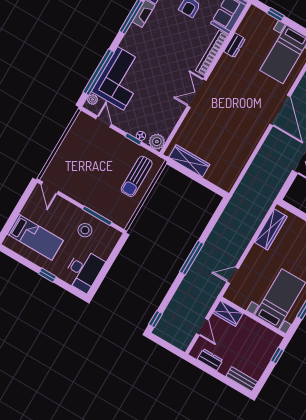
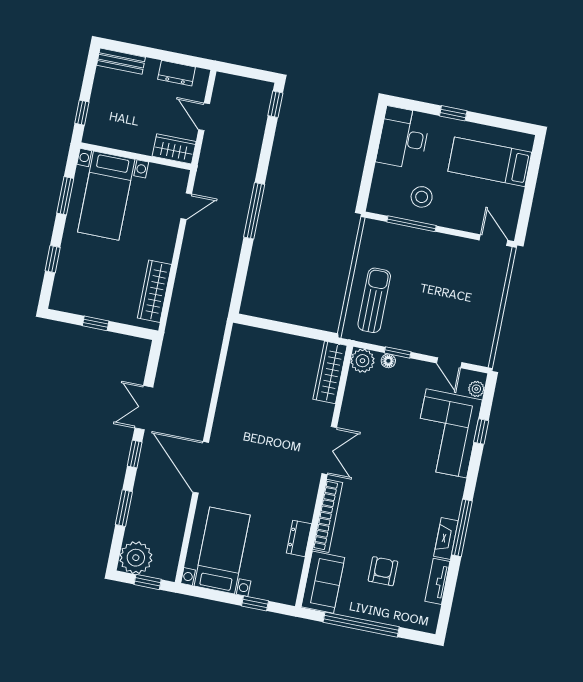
window: (99, 72) -> (481, 431), width x0.32
wardrobe: (189, 161) -> (330, 372), moved, turned 90

